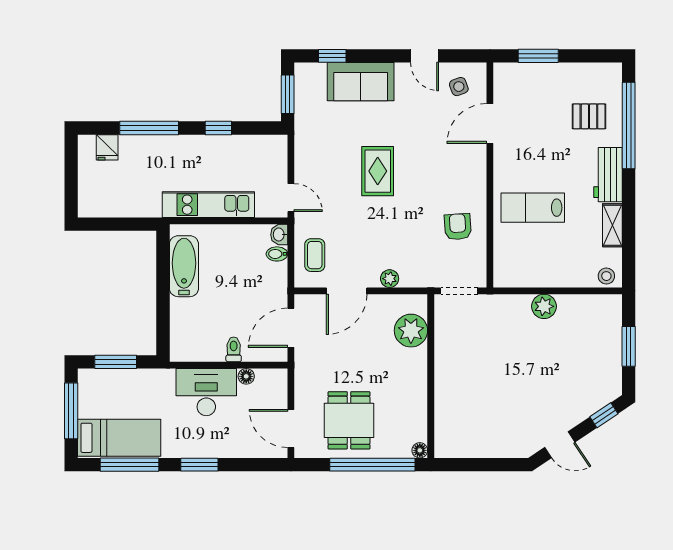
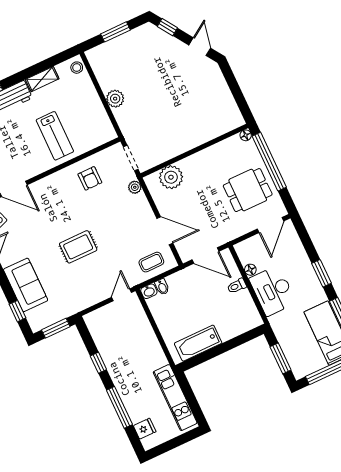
kitchen unit: (208, 205) -> (175, 398), moved
armchair: (458, 227) -> (90, 178), turned -86
plant: (390, 279) -> (135, 187), moved

